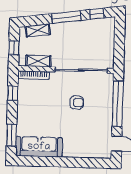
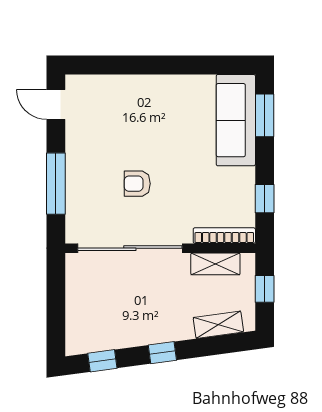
window: (66, 17) -> (162, 353), width x0.46
window: (118, 104) -> (56, 184), width x0.68
sofa: (39, 147) -> (236, 120), moved, turned 90

